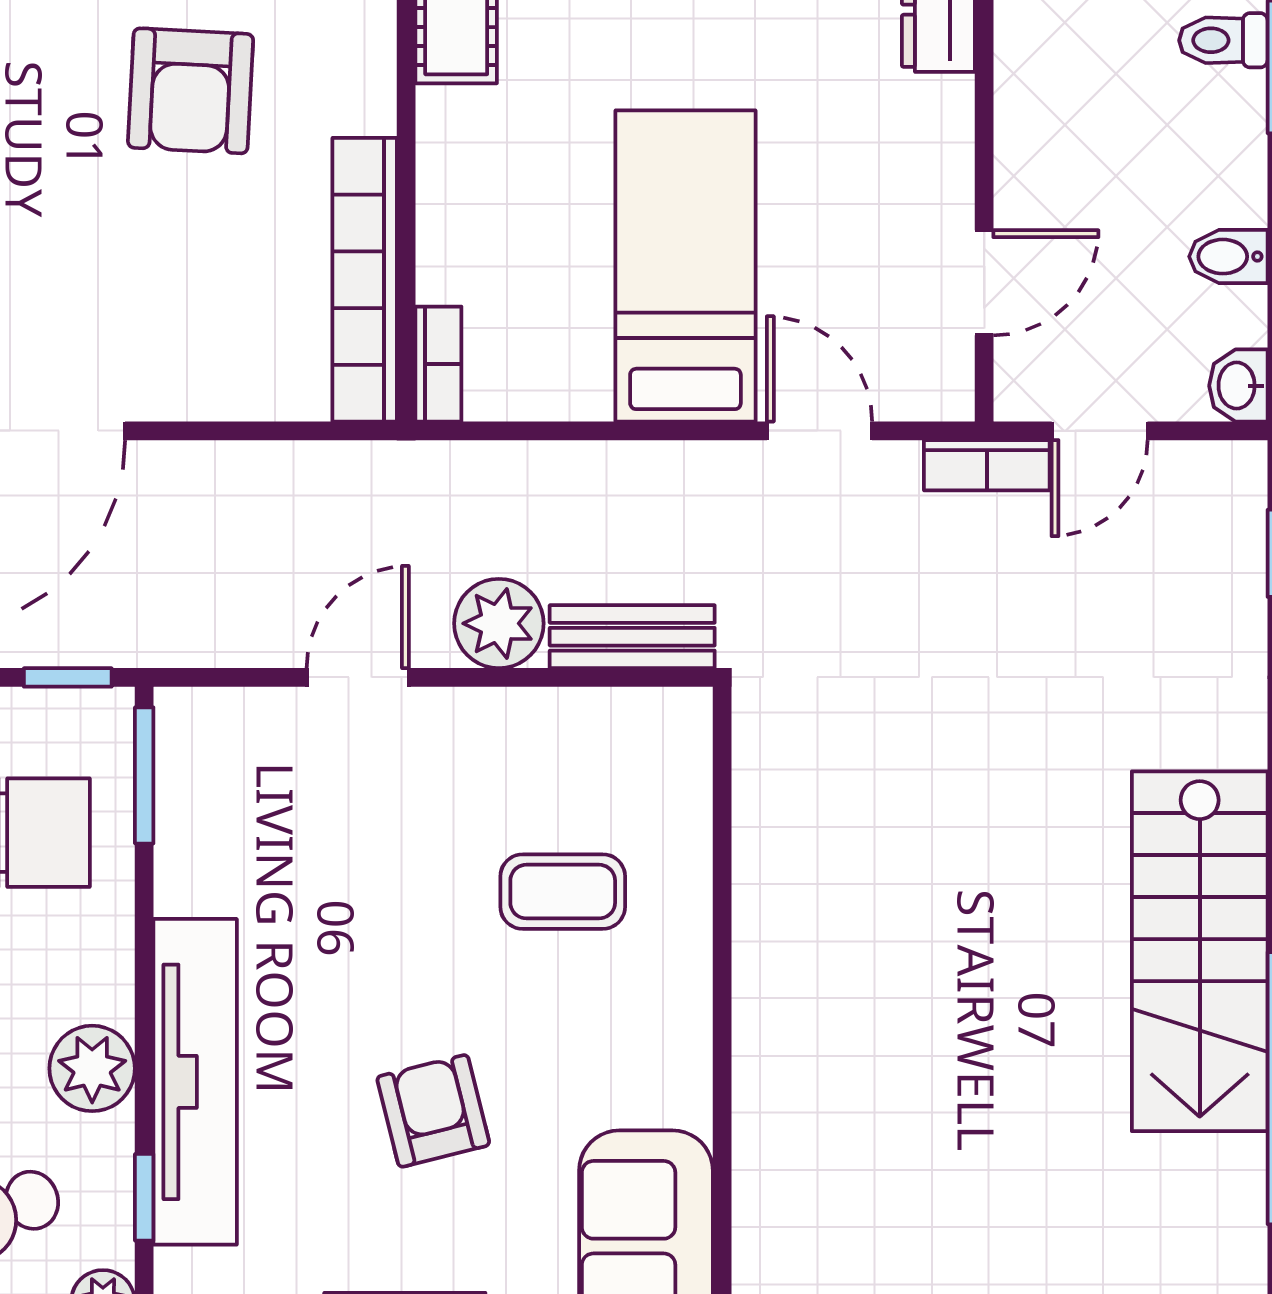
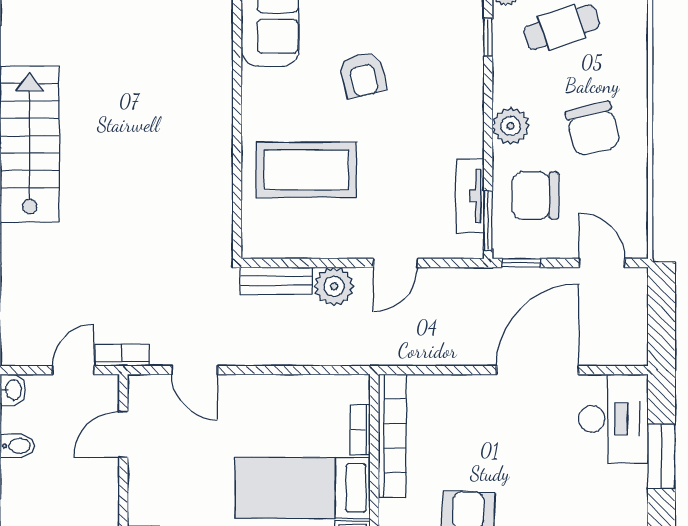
bed: (685, 266) -> (303, 488), moved, turned 90
bookcase: (438, 364) -> (360, 430), moved
coffee table: (563, 892) -> (306, 170), width x1.86, depth x1.72
plant: (92, 1068) -> (511, 126), moved
tv unit: (195, 1082) -> (470, 196), moved, width x0.52, depth x0.78

